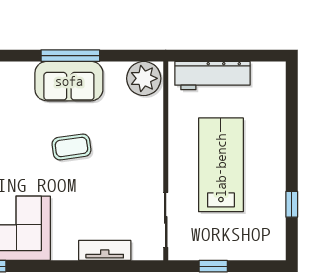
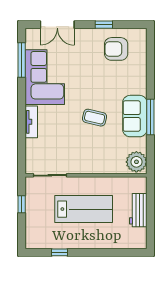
workbench: (212, 76) -> (138, 210), width x0.73
coffee table: (71, 147) -> (95, 118), turned -69
tv unit: (105, 250) -> (31, 122), moved

